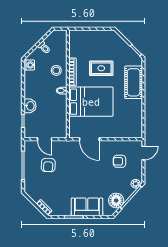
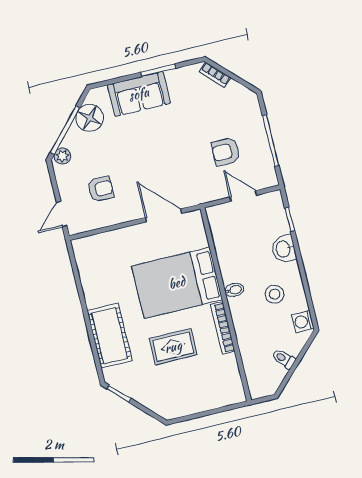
stool: (56, 70) -> (275, 294), moved
armchair: (48, 165) -> (226, 152), turned -92

